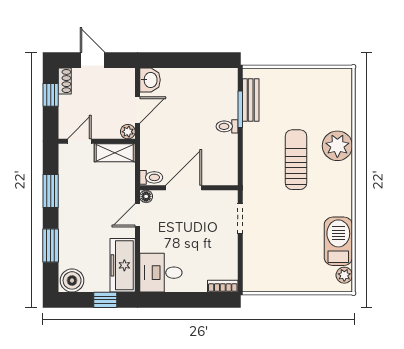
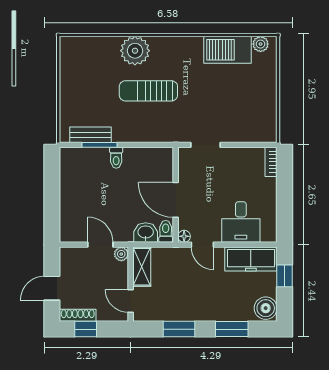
washbasin: (150, 80) -> (146, 233), moved
shoe rack: (65, 81) -> (78, 315), width x1.43
desk: (161, 273) -> (241, 222), moved

